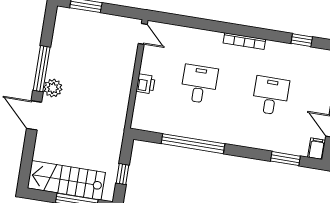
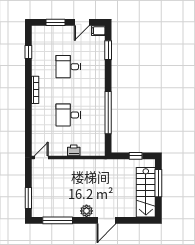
window: (42, 69) -> (58, 220), moved

